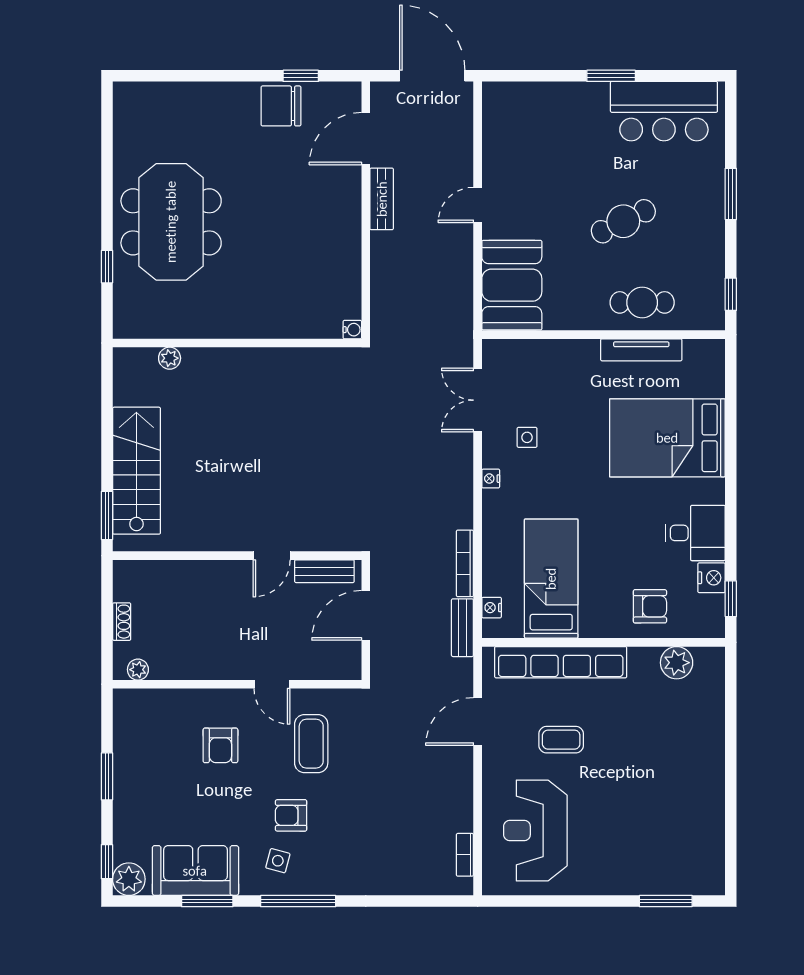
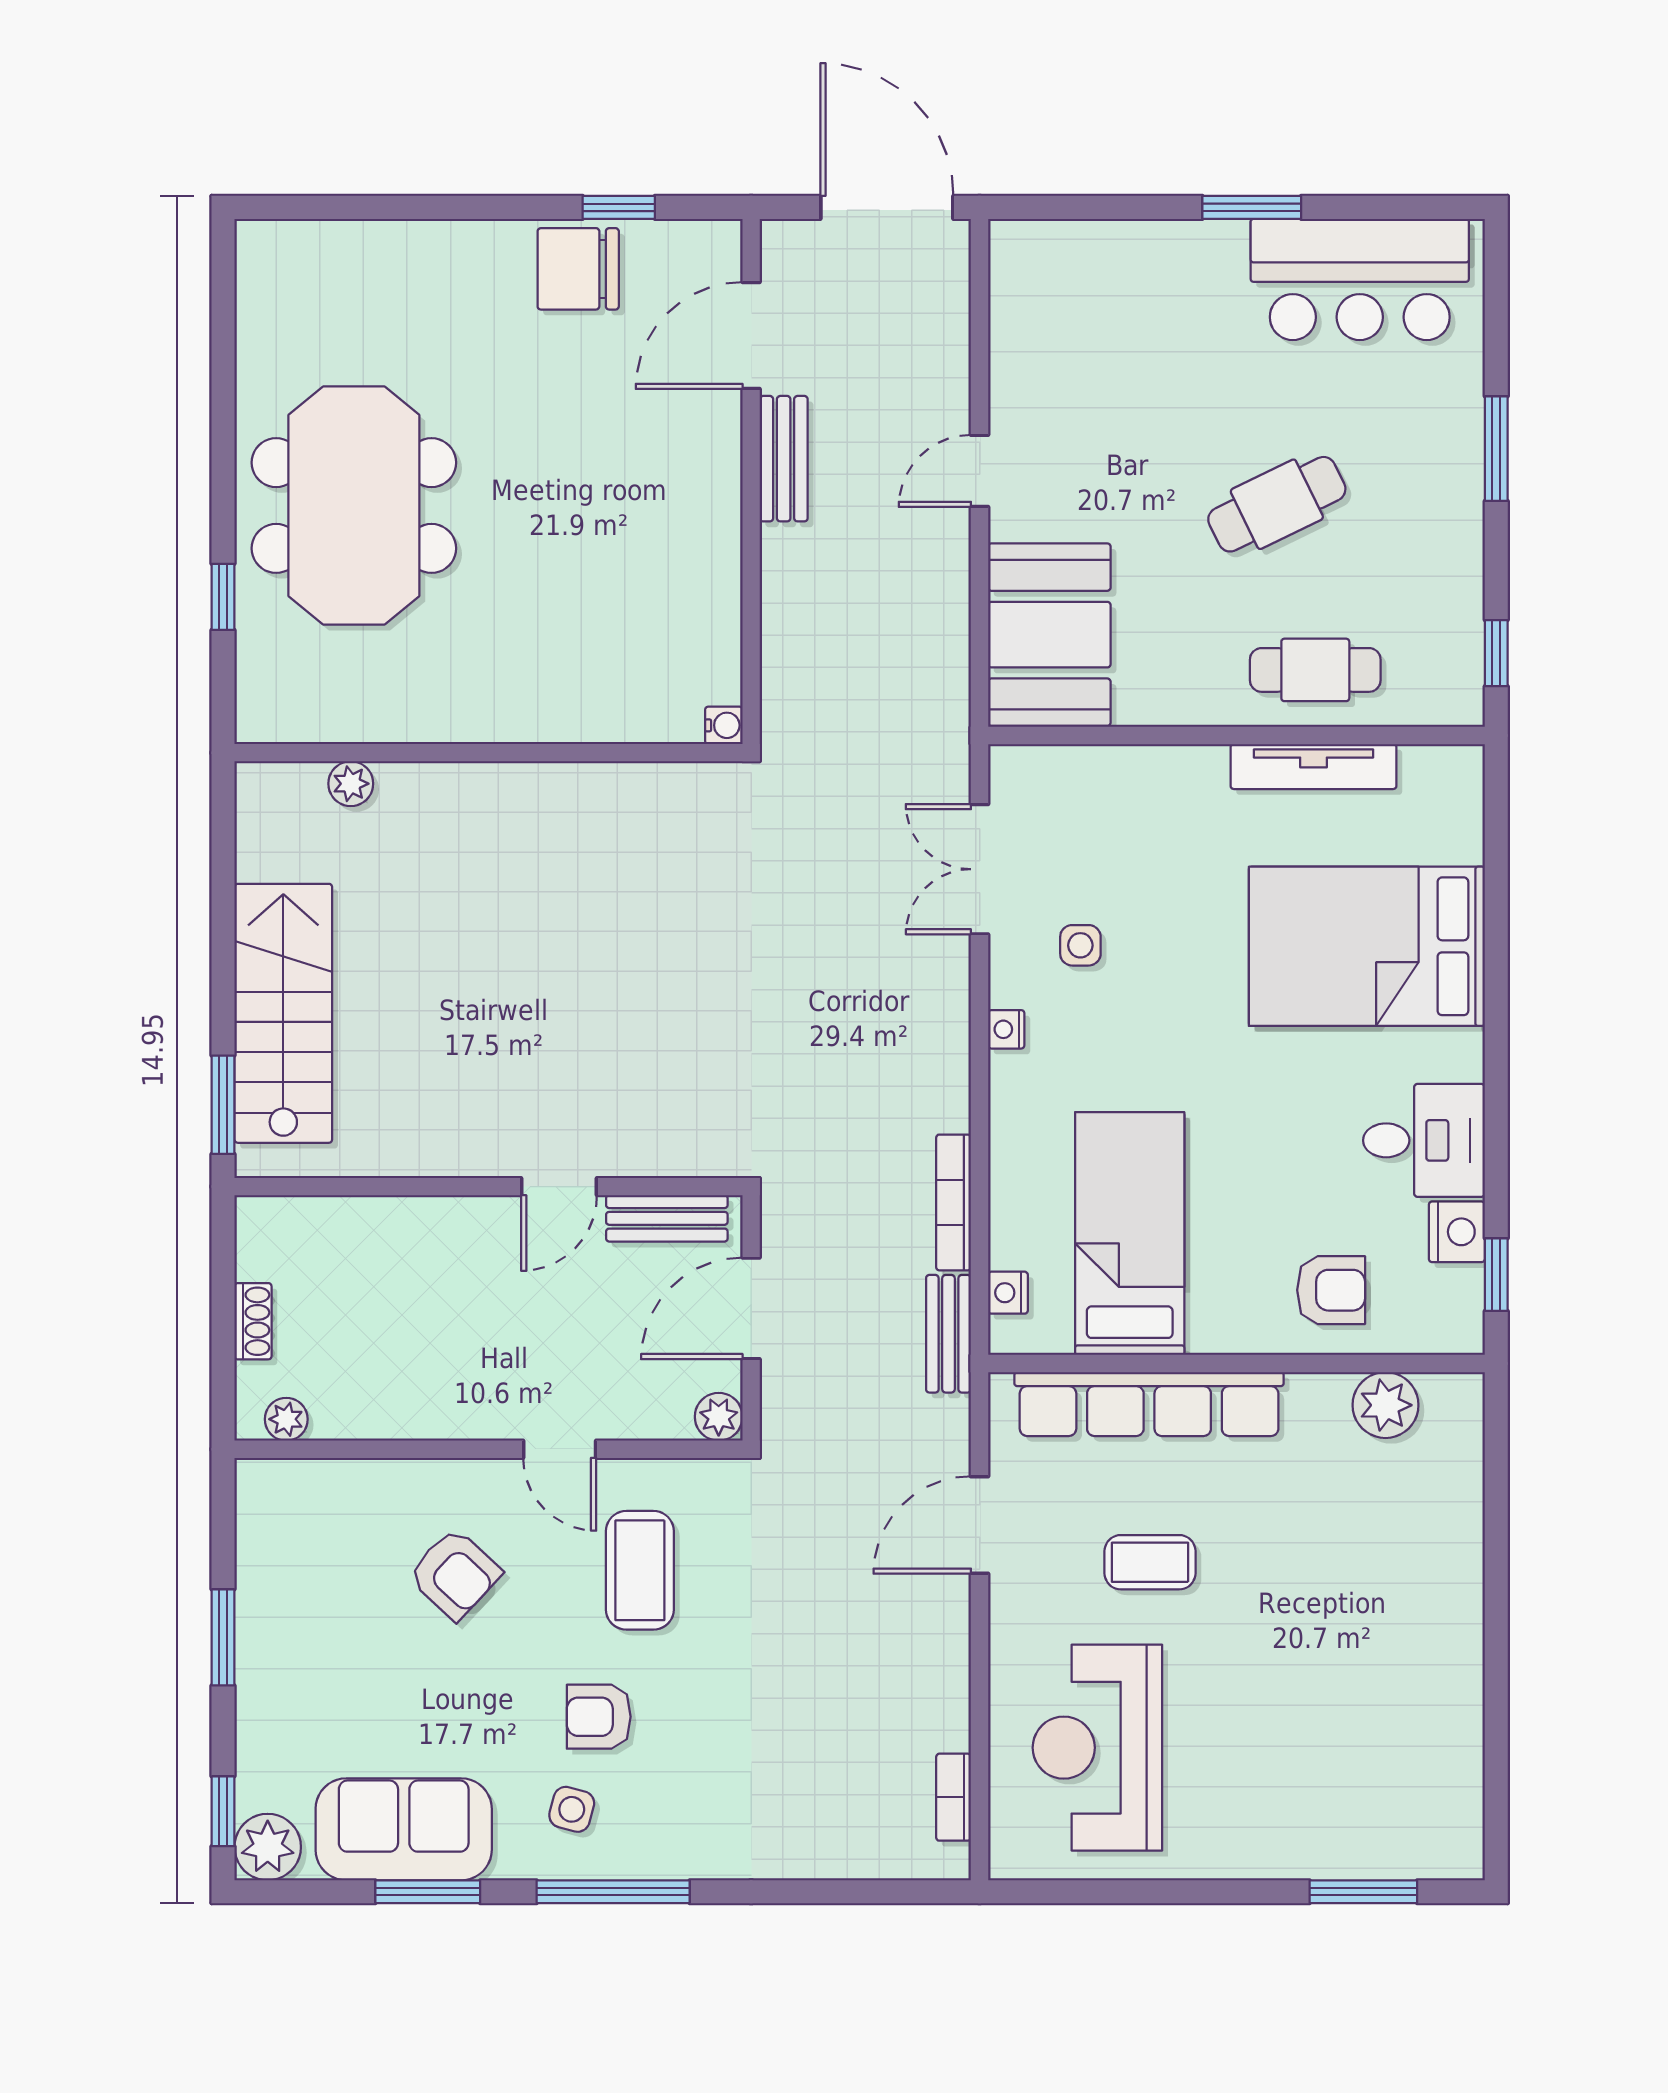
plant: (350, 668) -> (719, 1417), added
armchair: (220, 745) -> (455, 1574), turned -47

